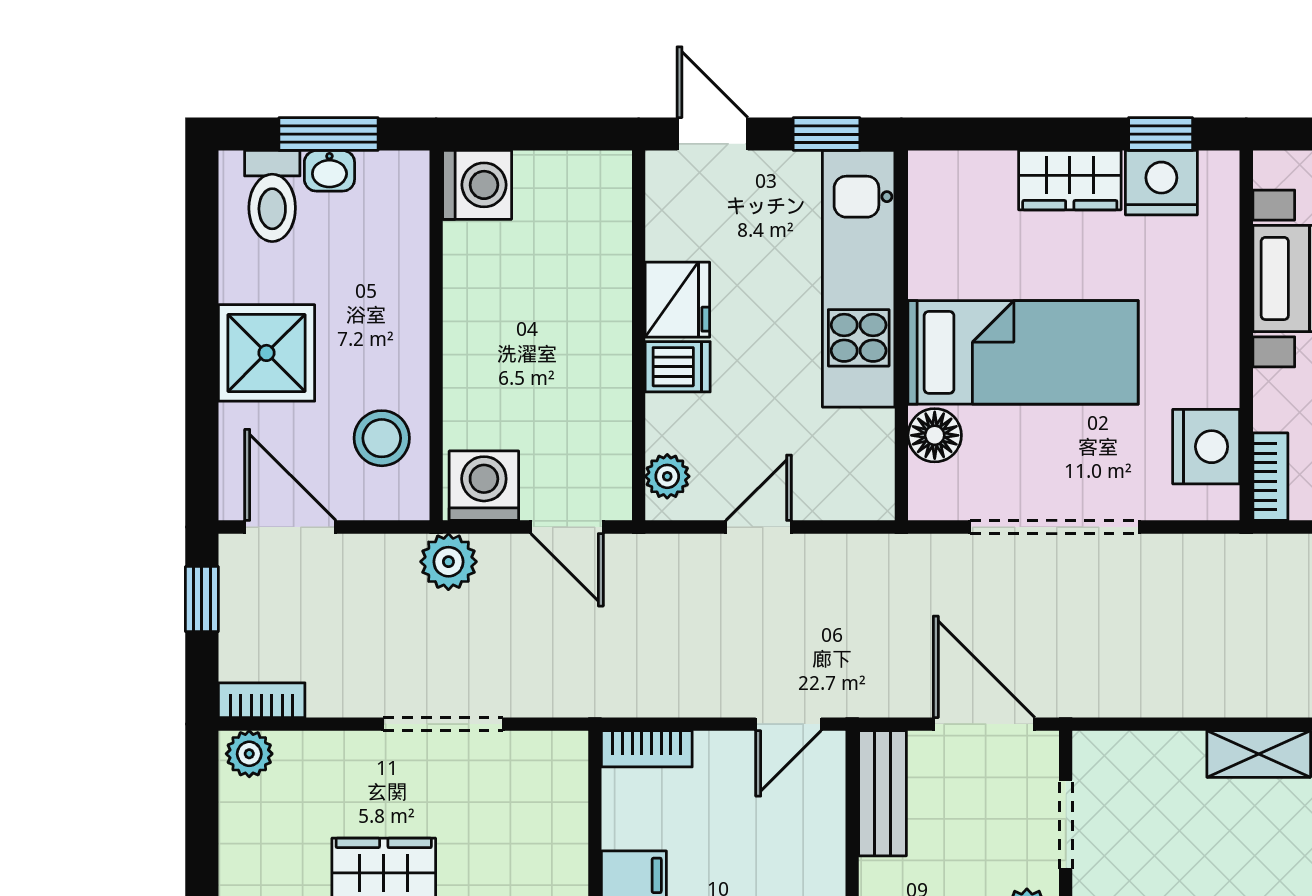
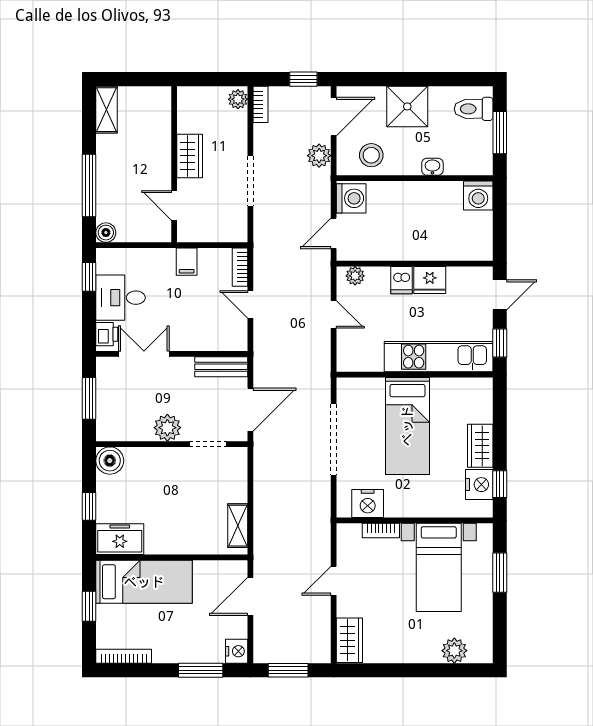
washbasin: (329, 171) -> (432, 167), moved, turned 90
floor lamp: (935, 435) -> (372, 389), removed
bookcase: (1270, 477) -> (381, 531), moved
plant: (448, 562) -> (319, 156), moved
door: (788, 724) -> (250, 304), moved

